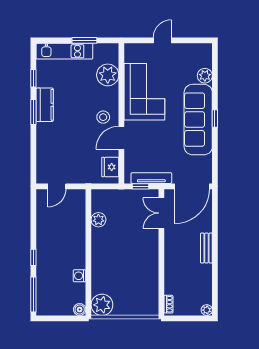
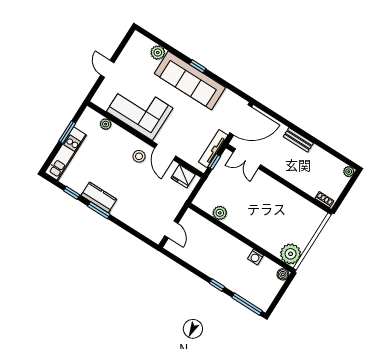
plant: (108, 75) -> (106, 124), width x0.53, depth x0.53
door: (192, 186) -> (241, 120), hinge flipped

